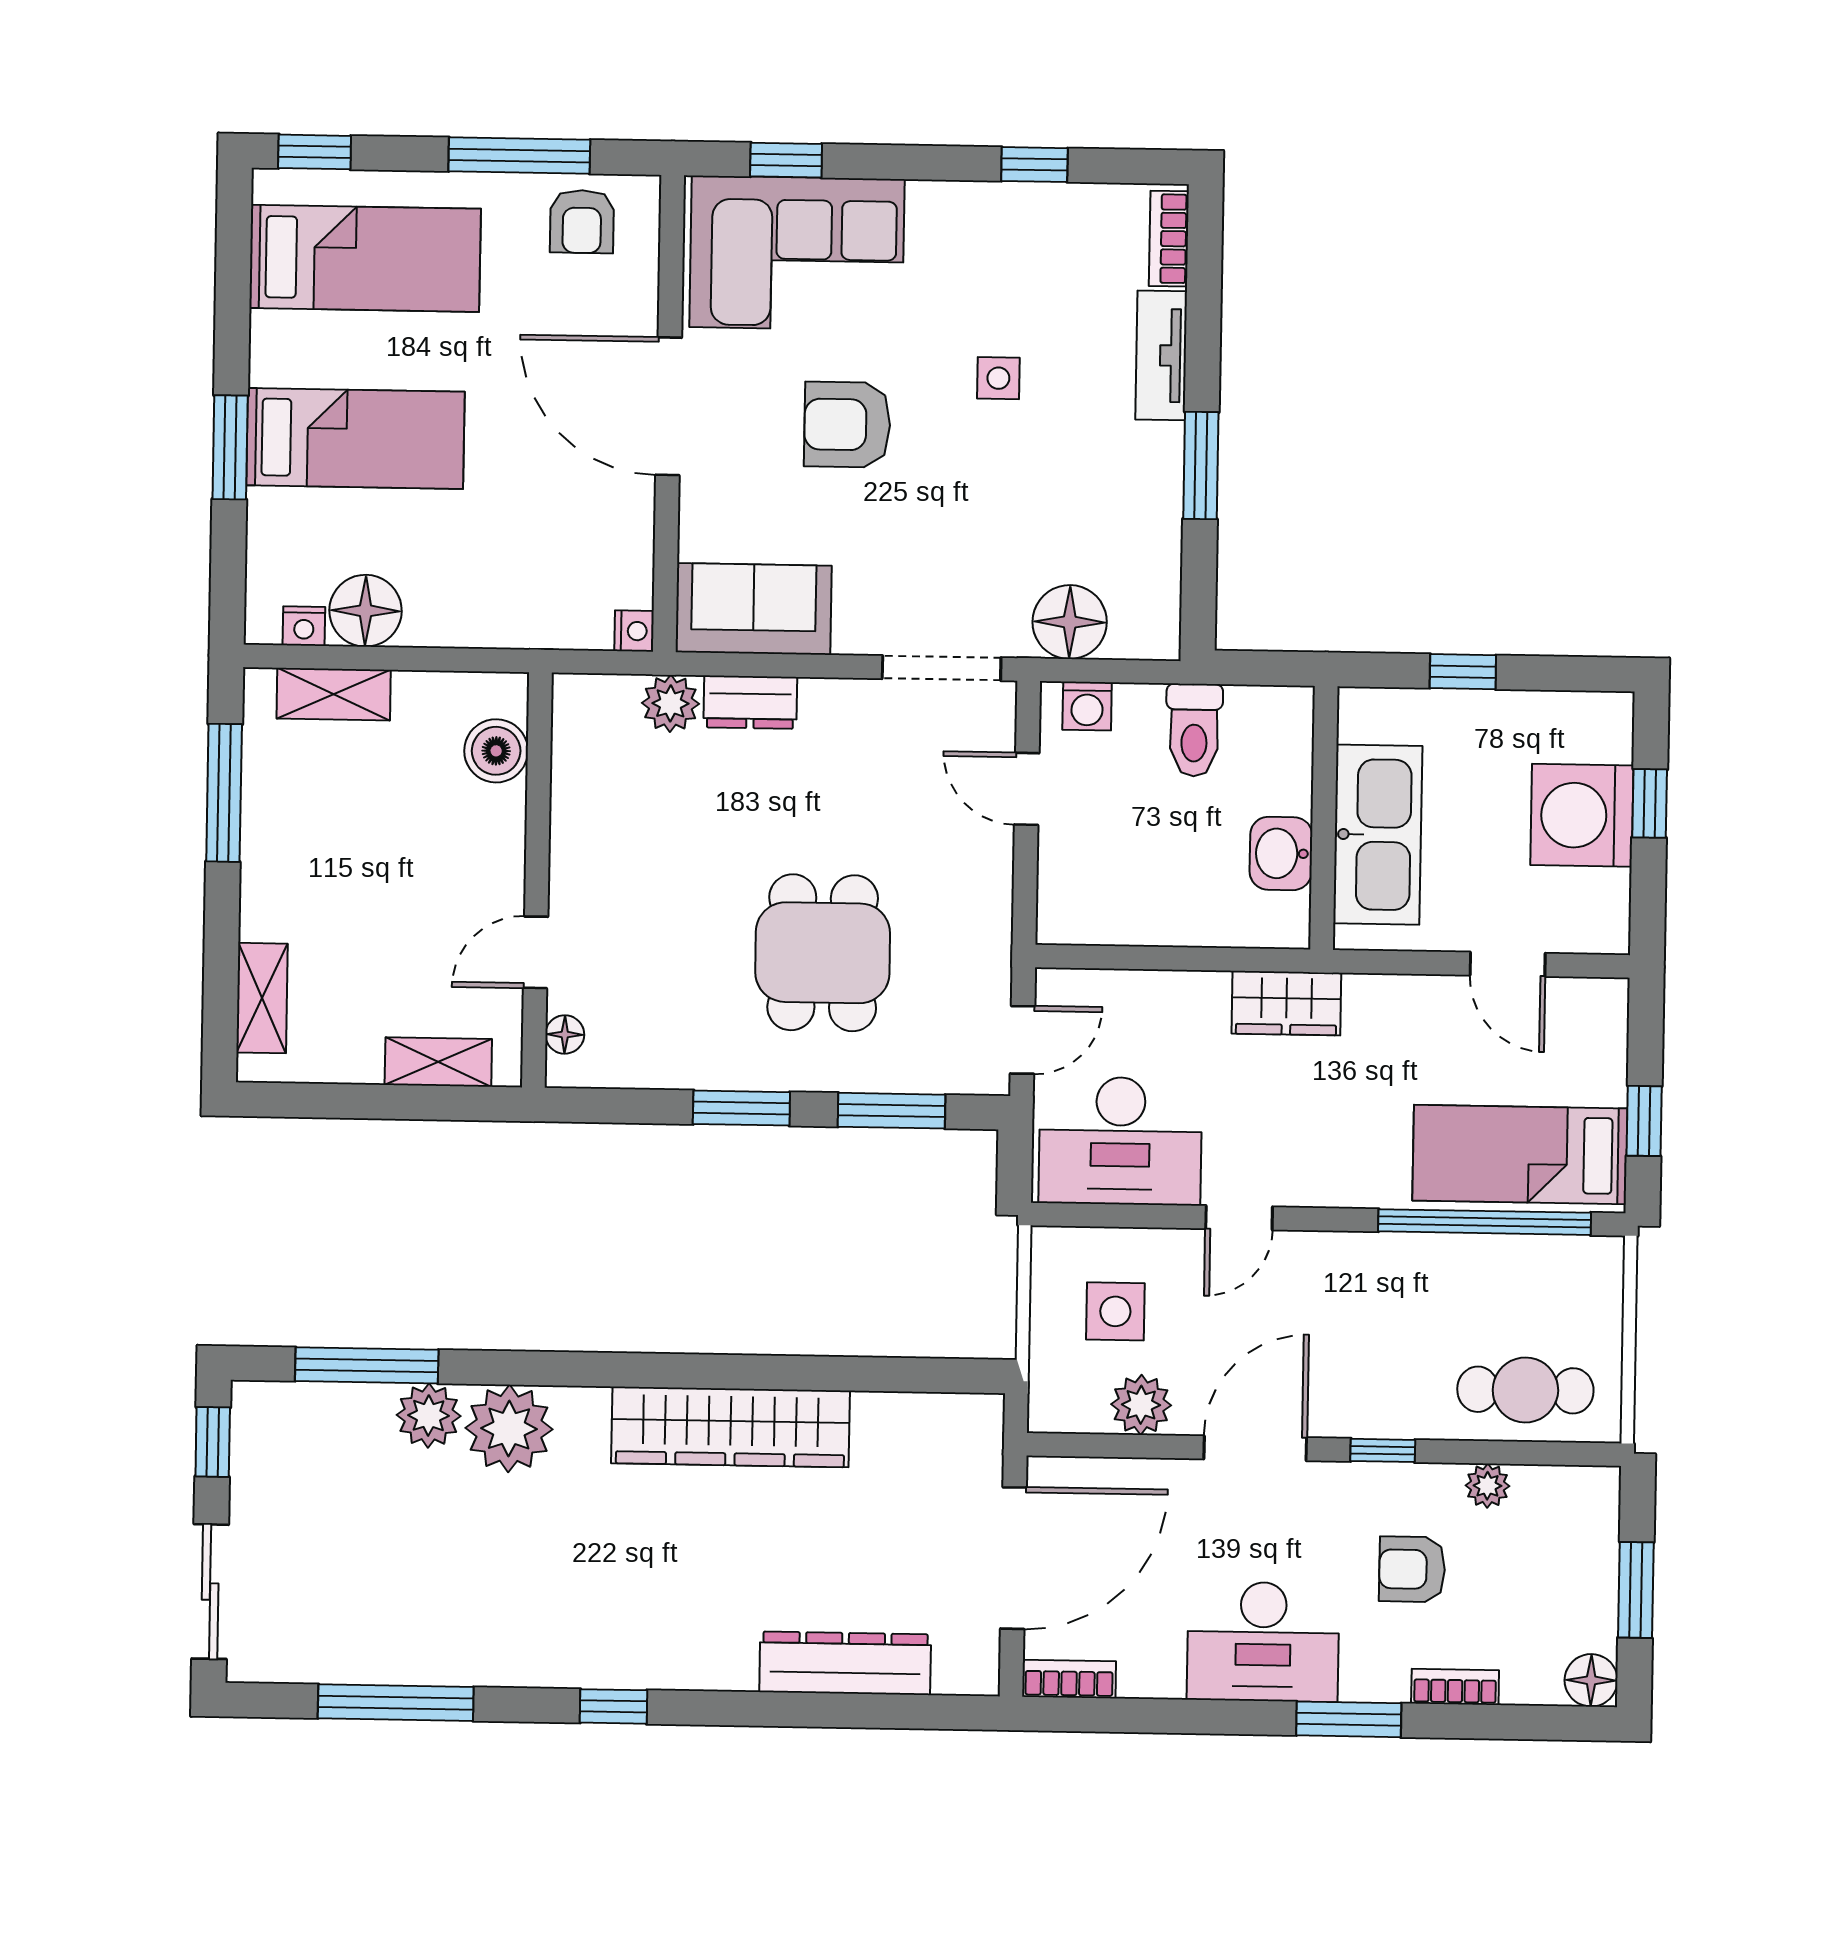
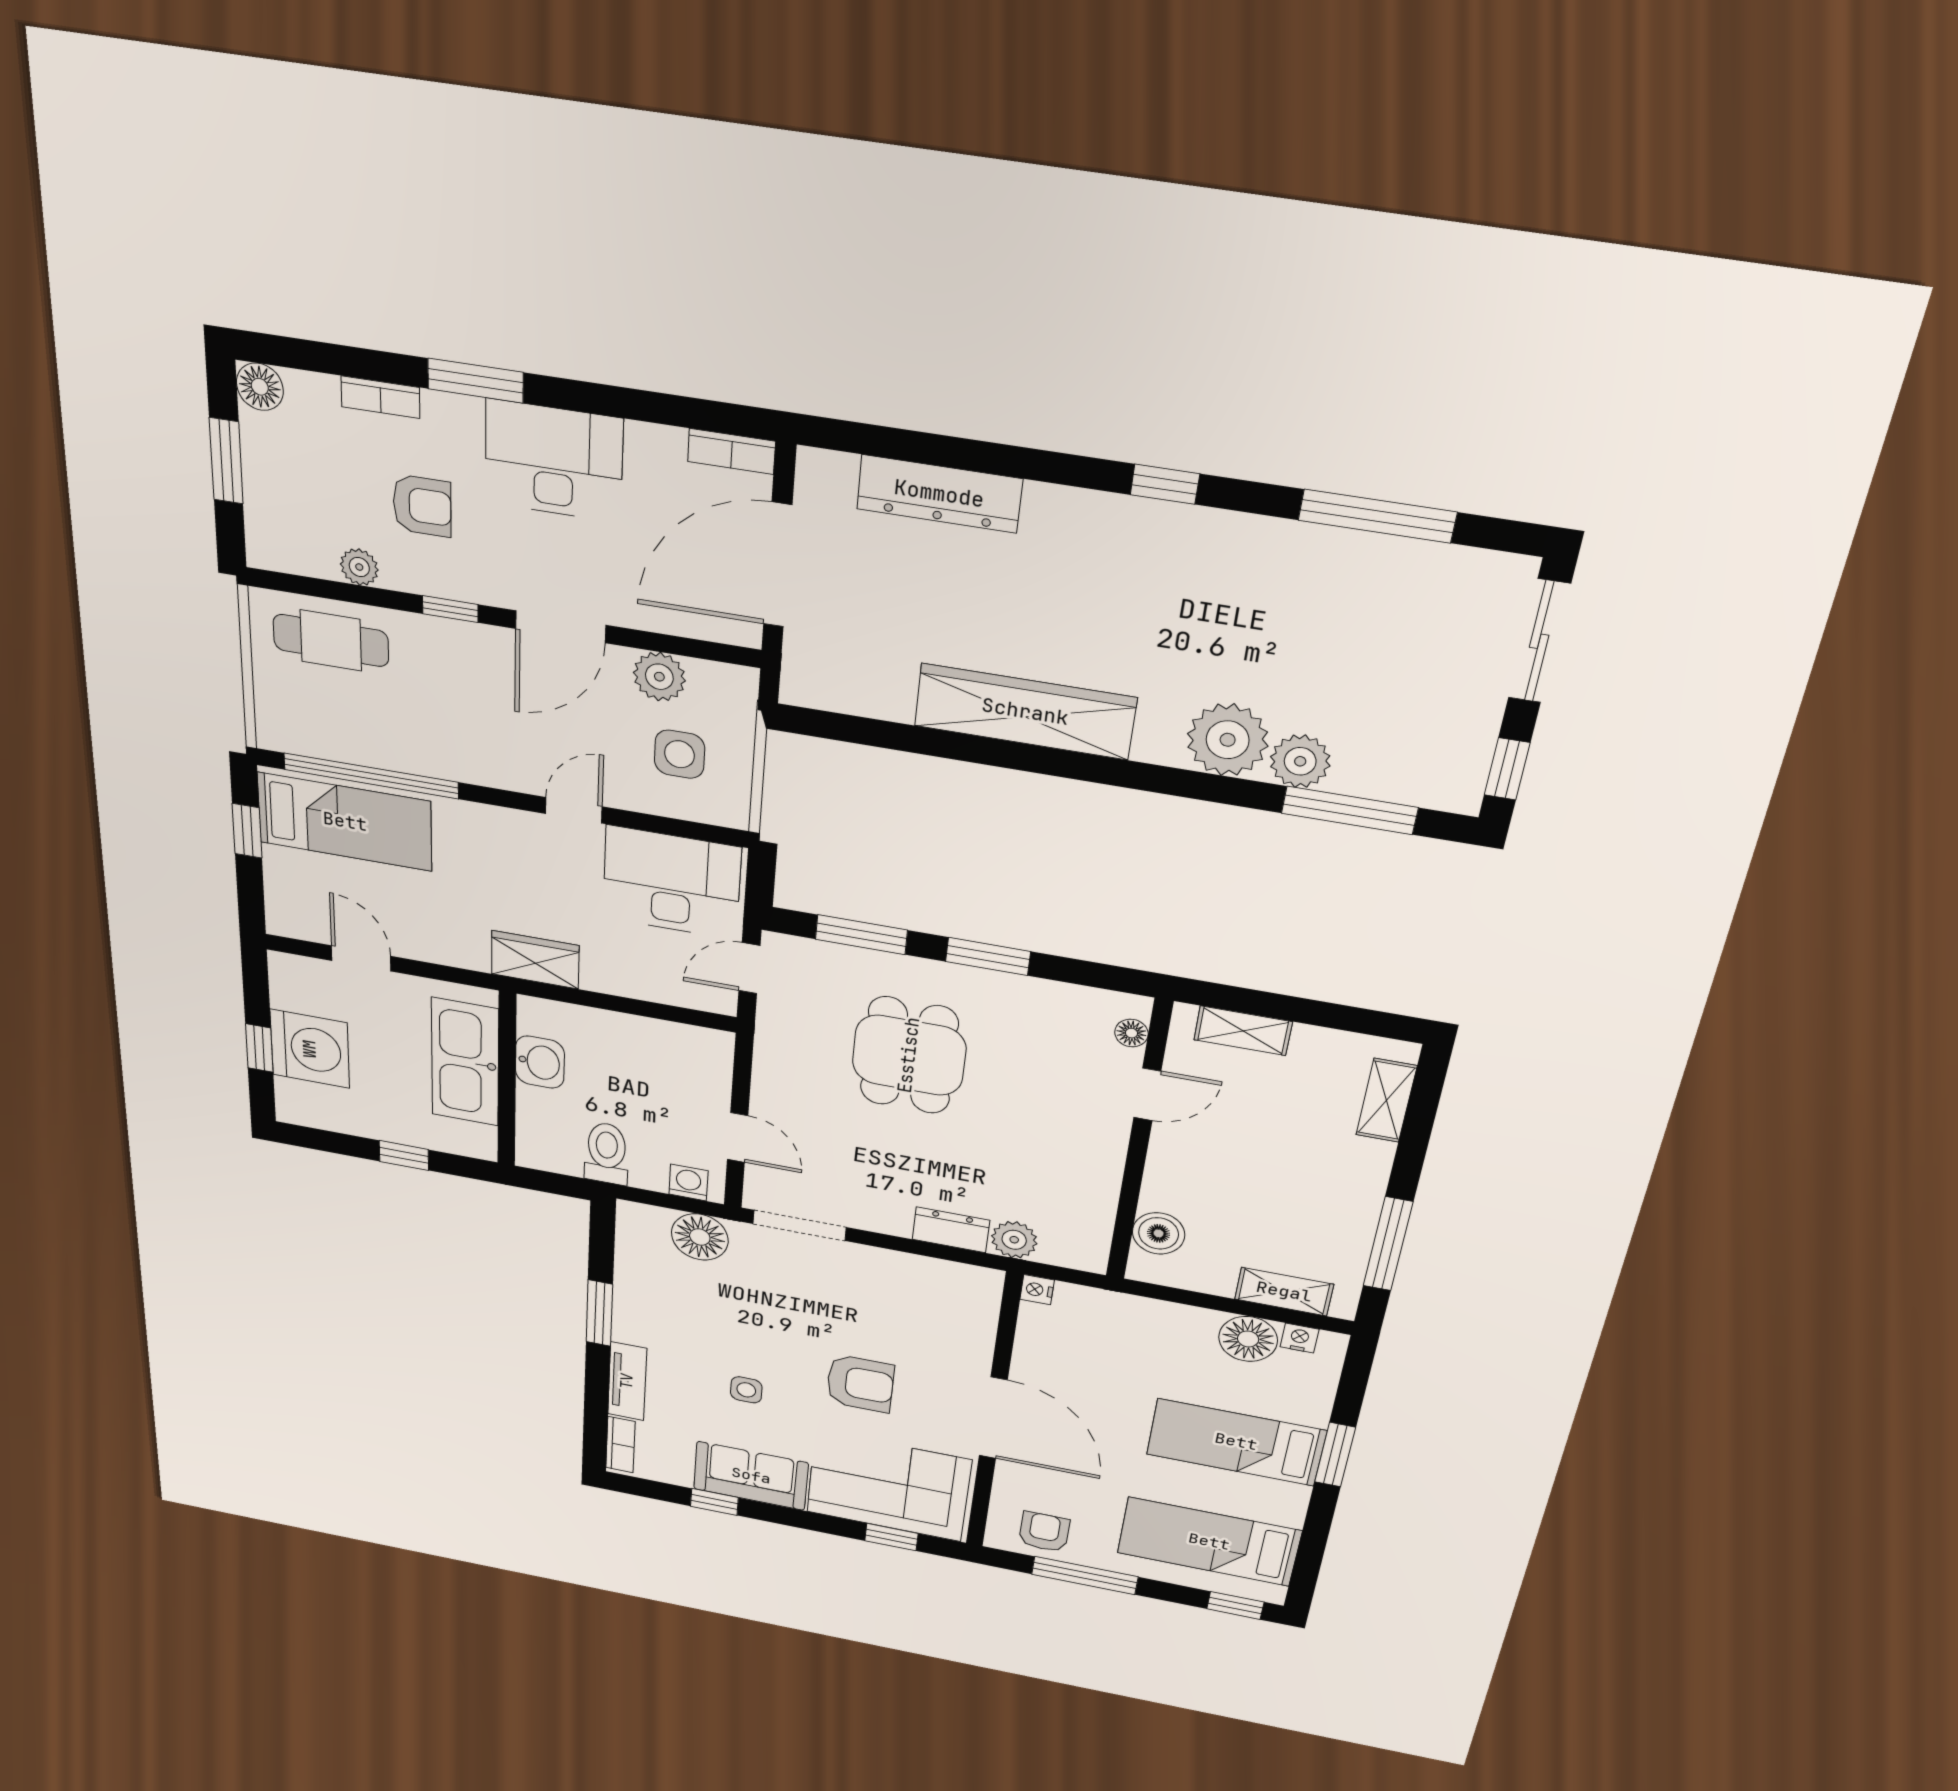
sofa: (754, 609) -> (751, 1476), moved, turned 180

